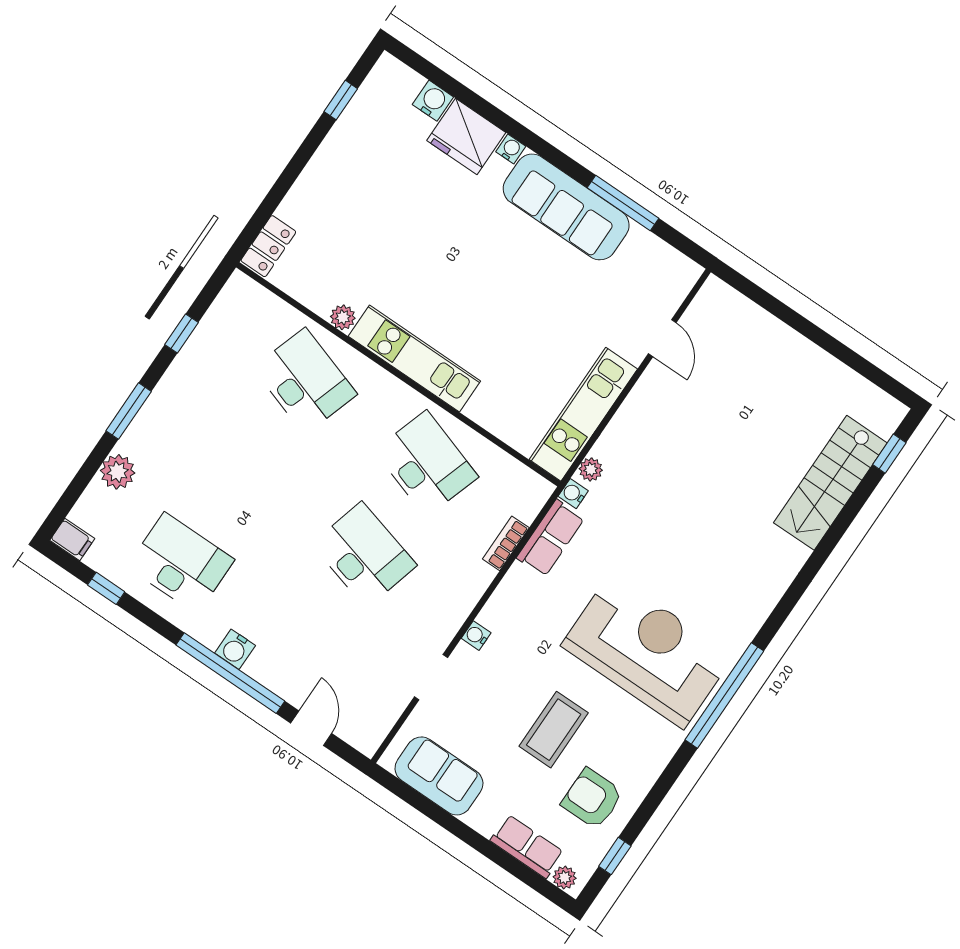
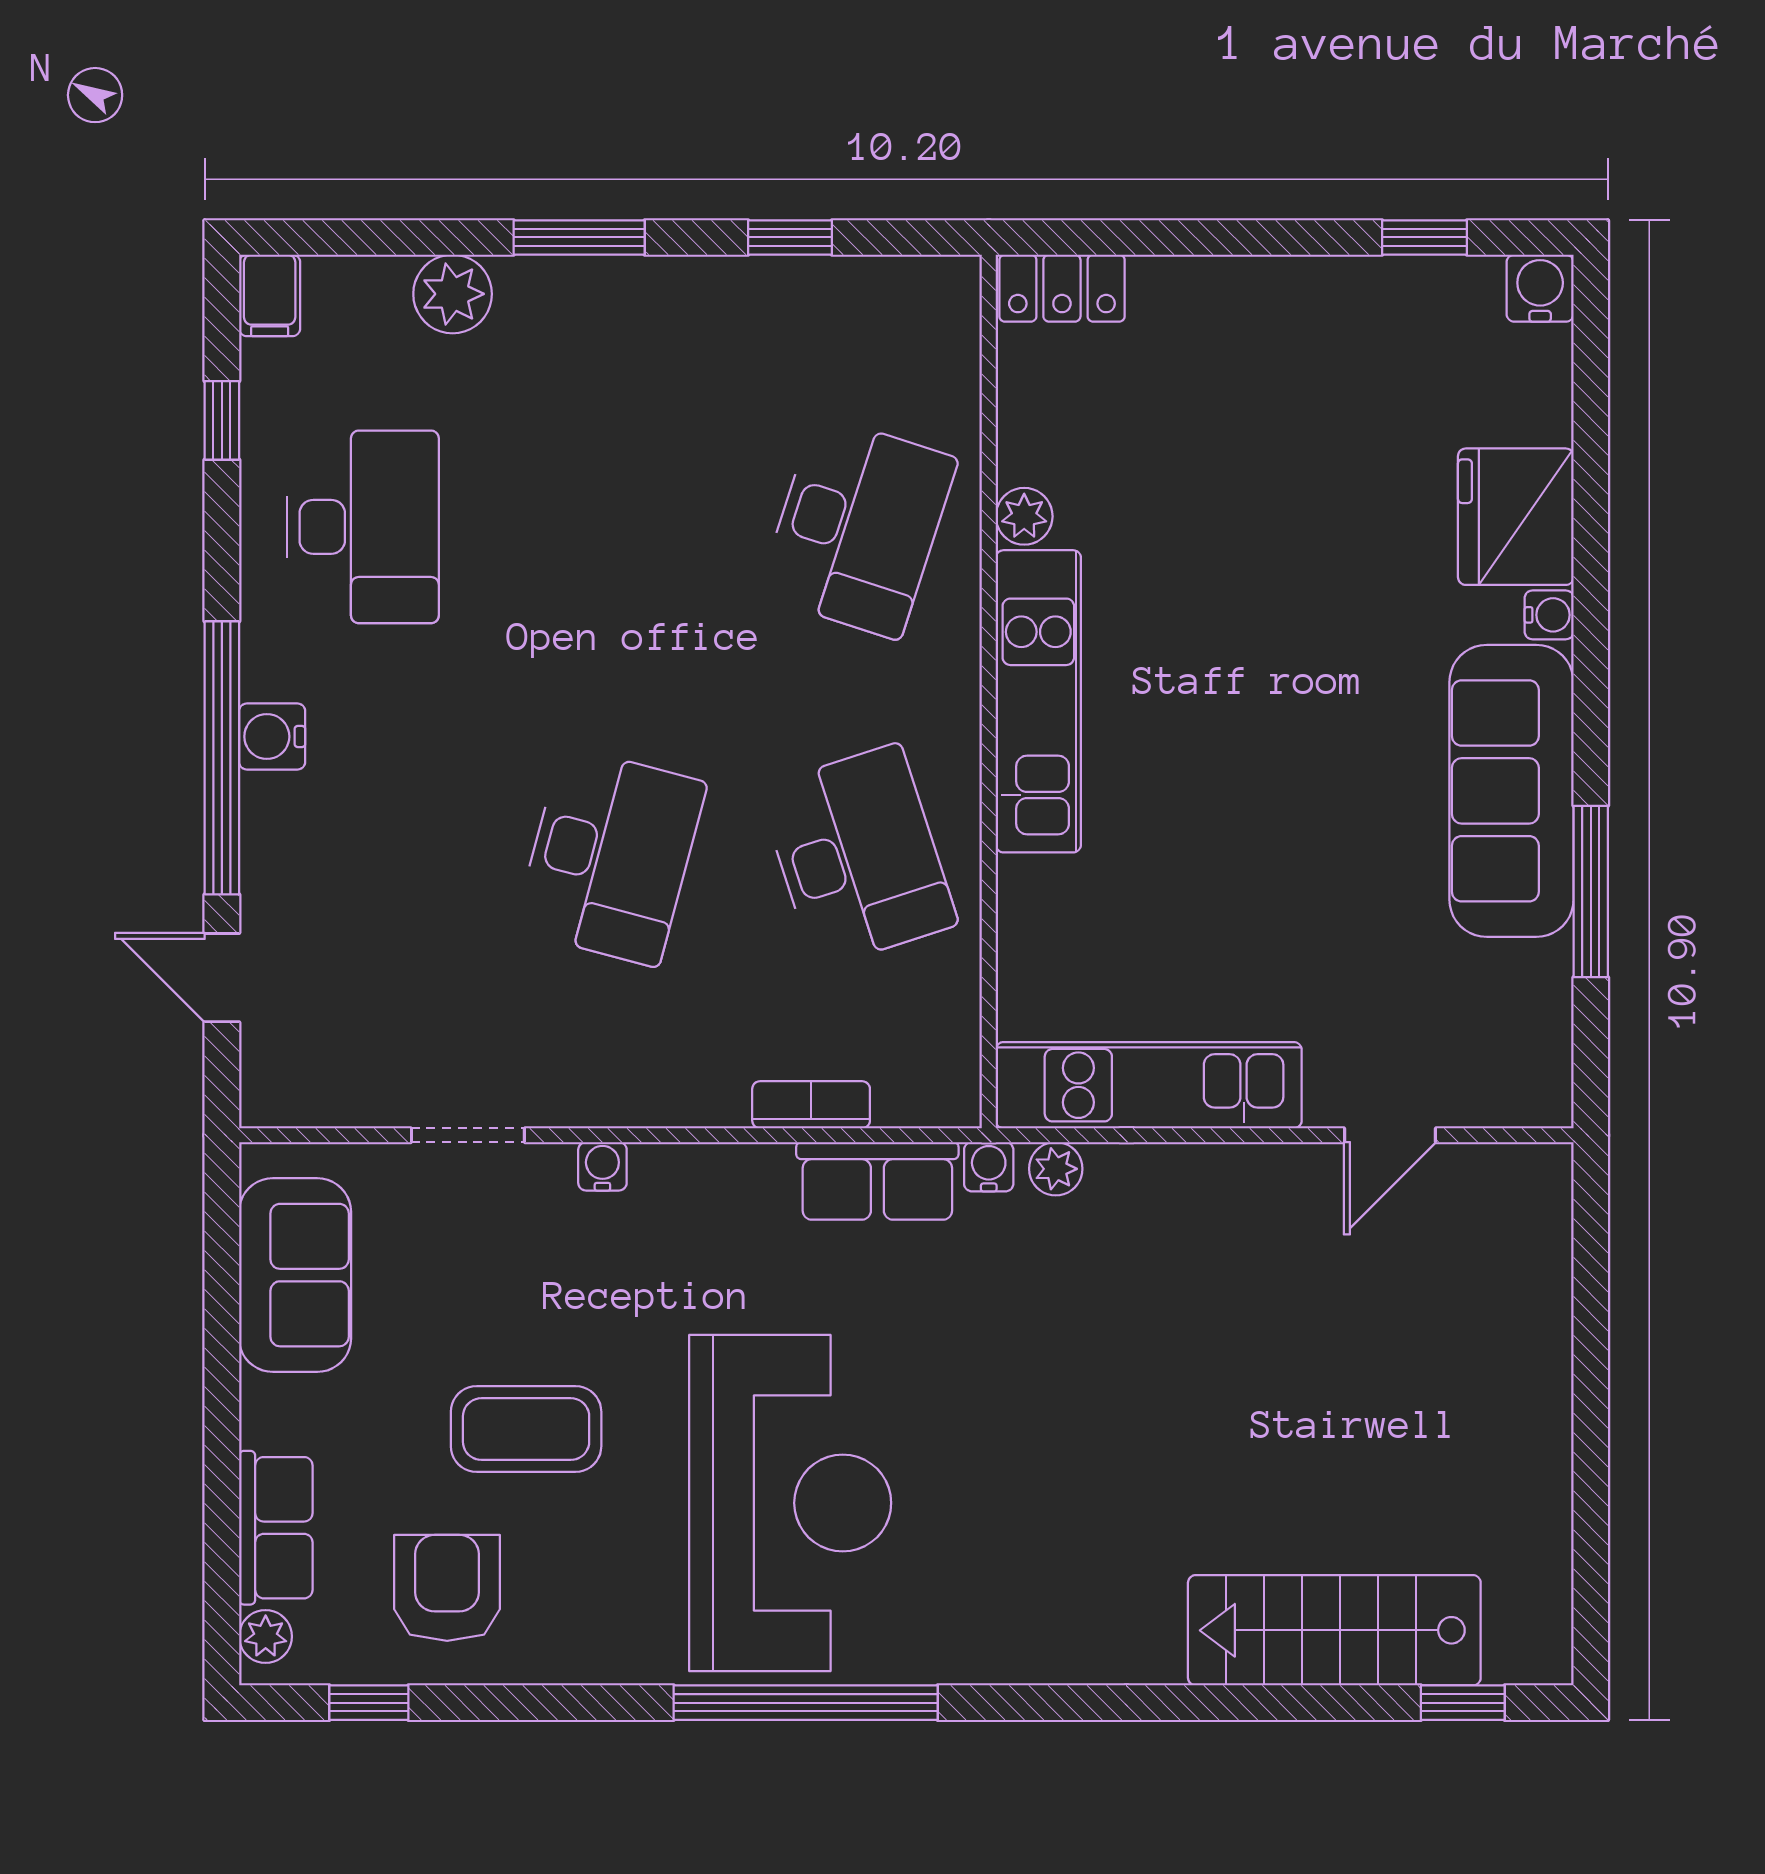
water cooler: (433, 101) -> (1540, 288), moved, turned -90
desk: (426, 464) -> (858, 856), turned -36
door: (311, 728) -> (222, 978), swing flipped

